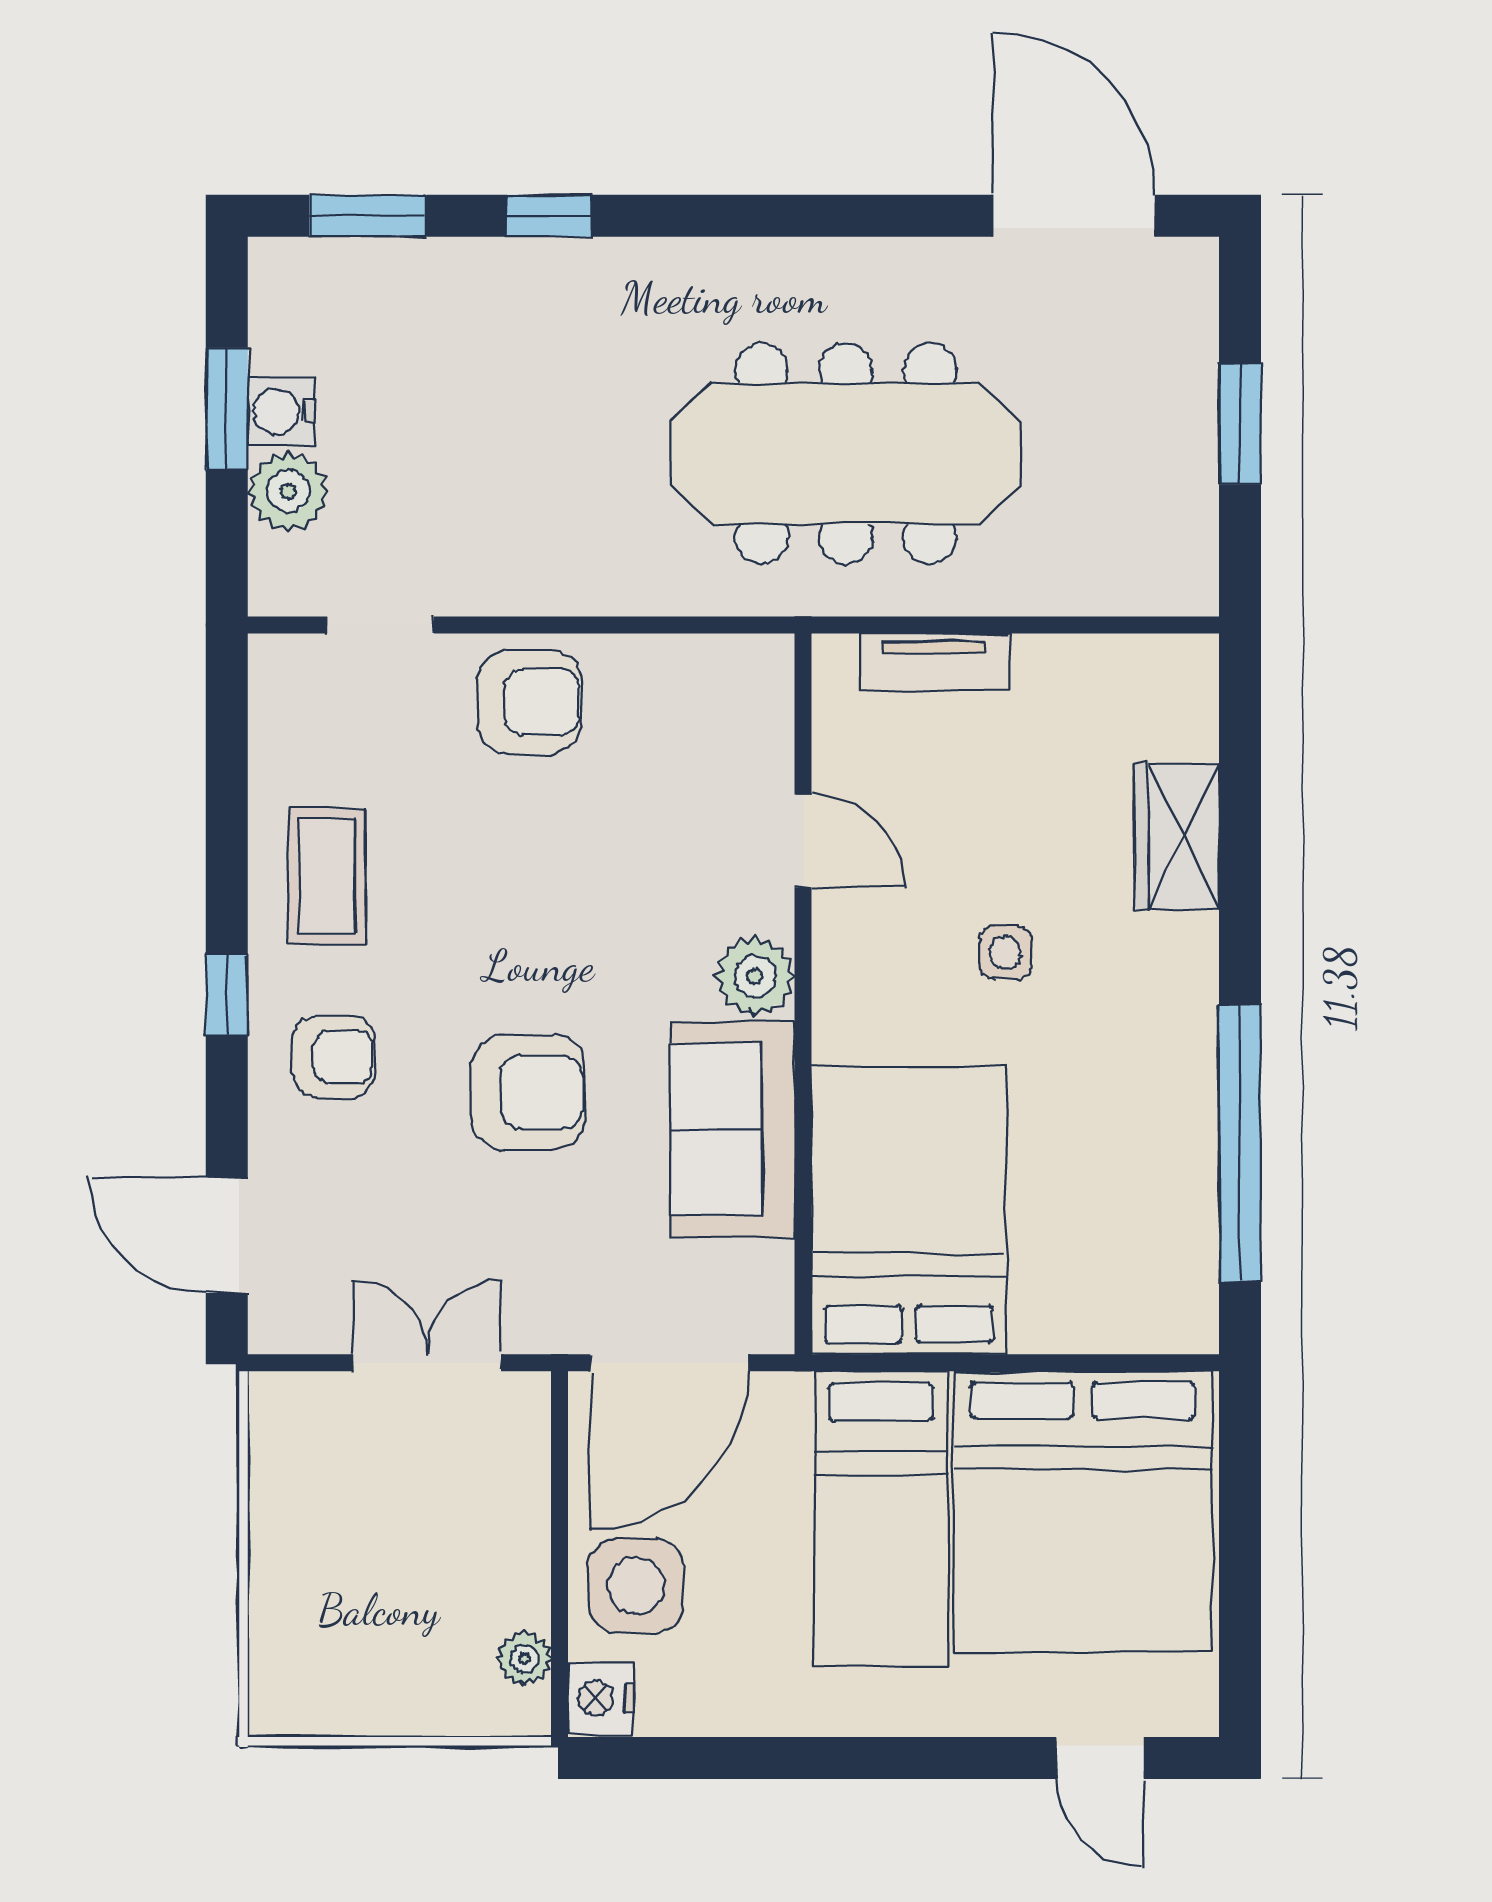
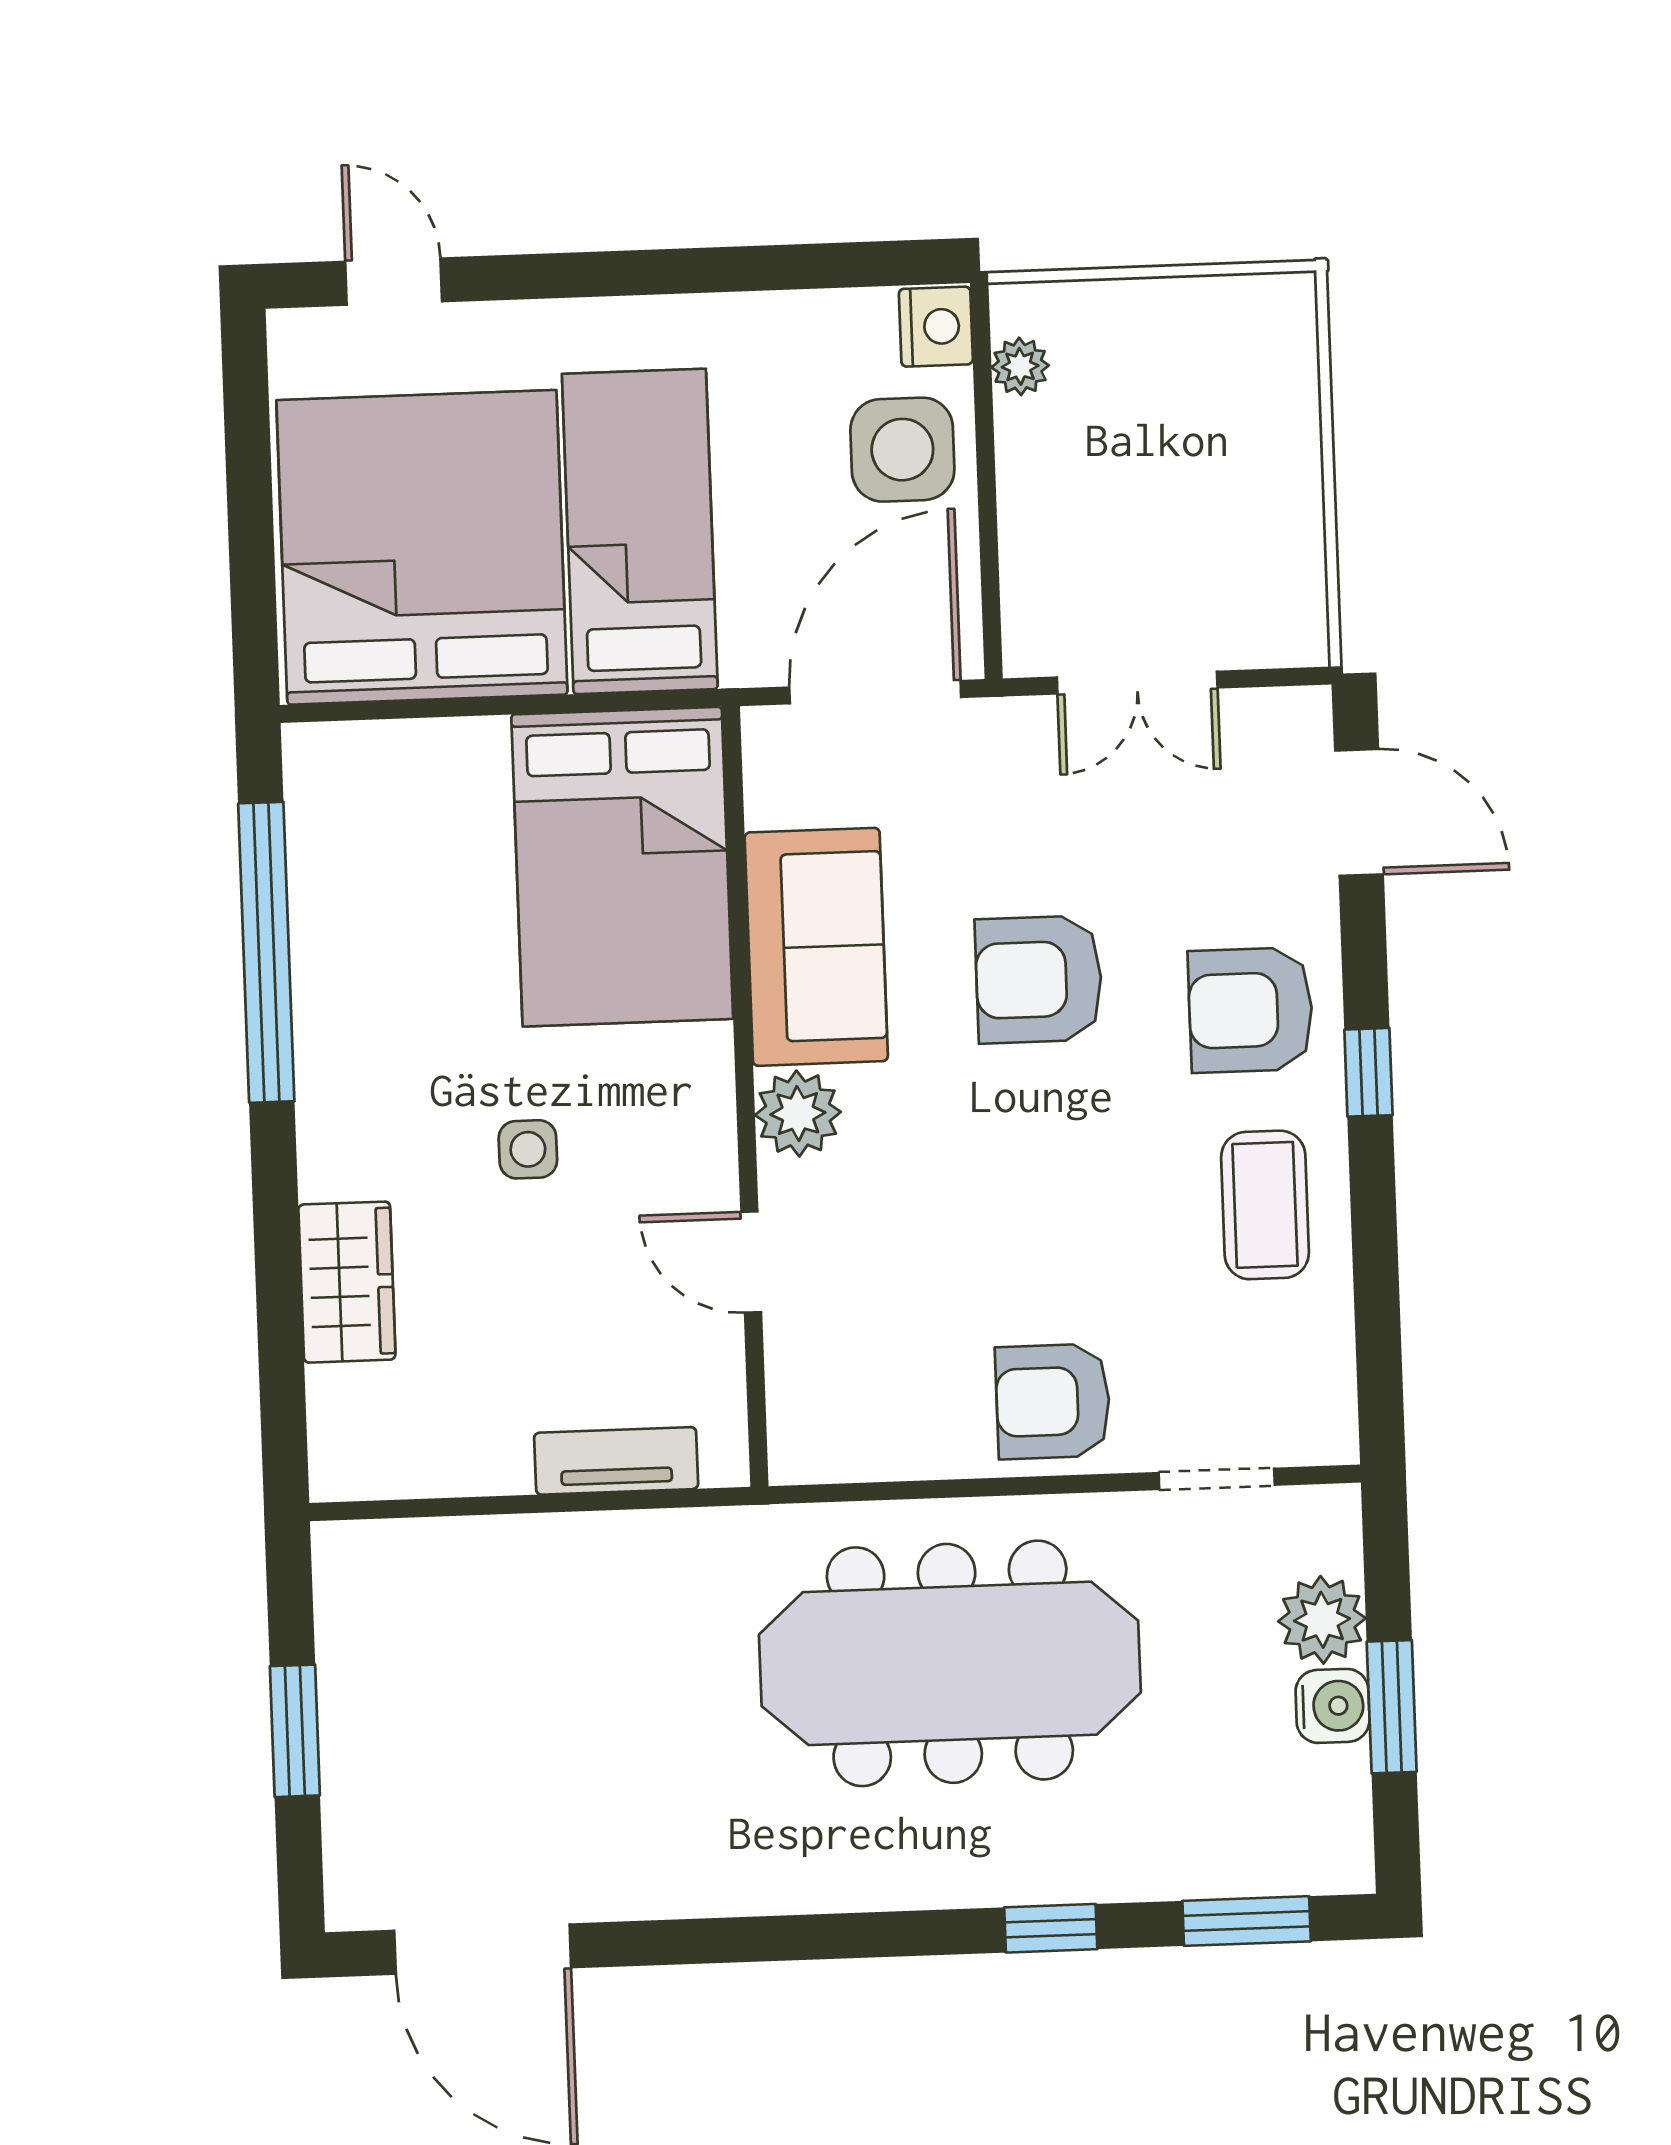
meeting table: (846, 454) -> (950, 1663), moved
armchair: (334, 1057) -> (1251, 1010), width x1.38, depth x1.38

